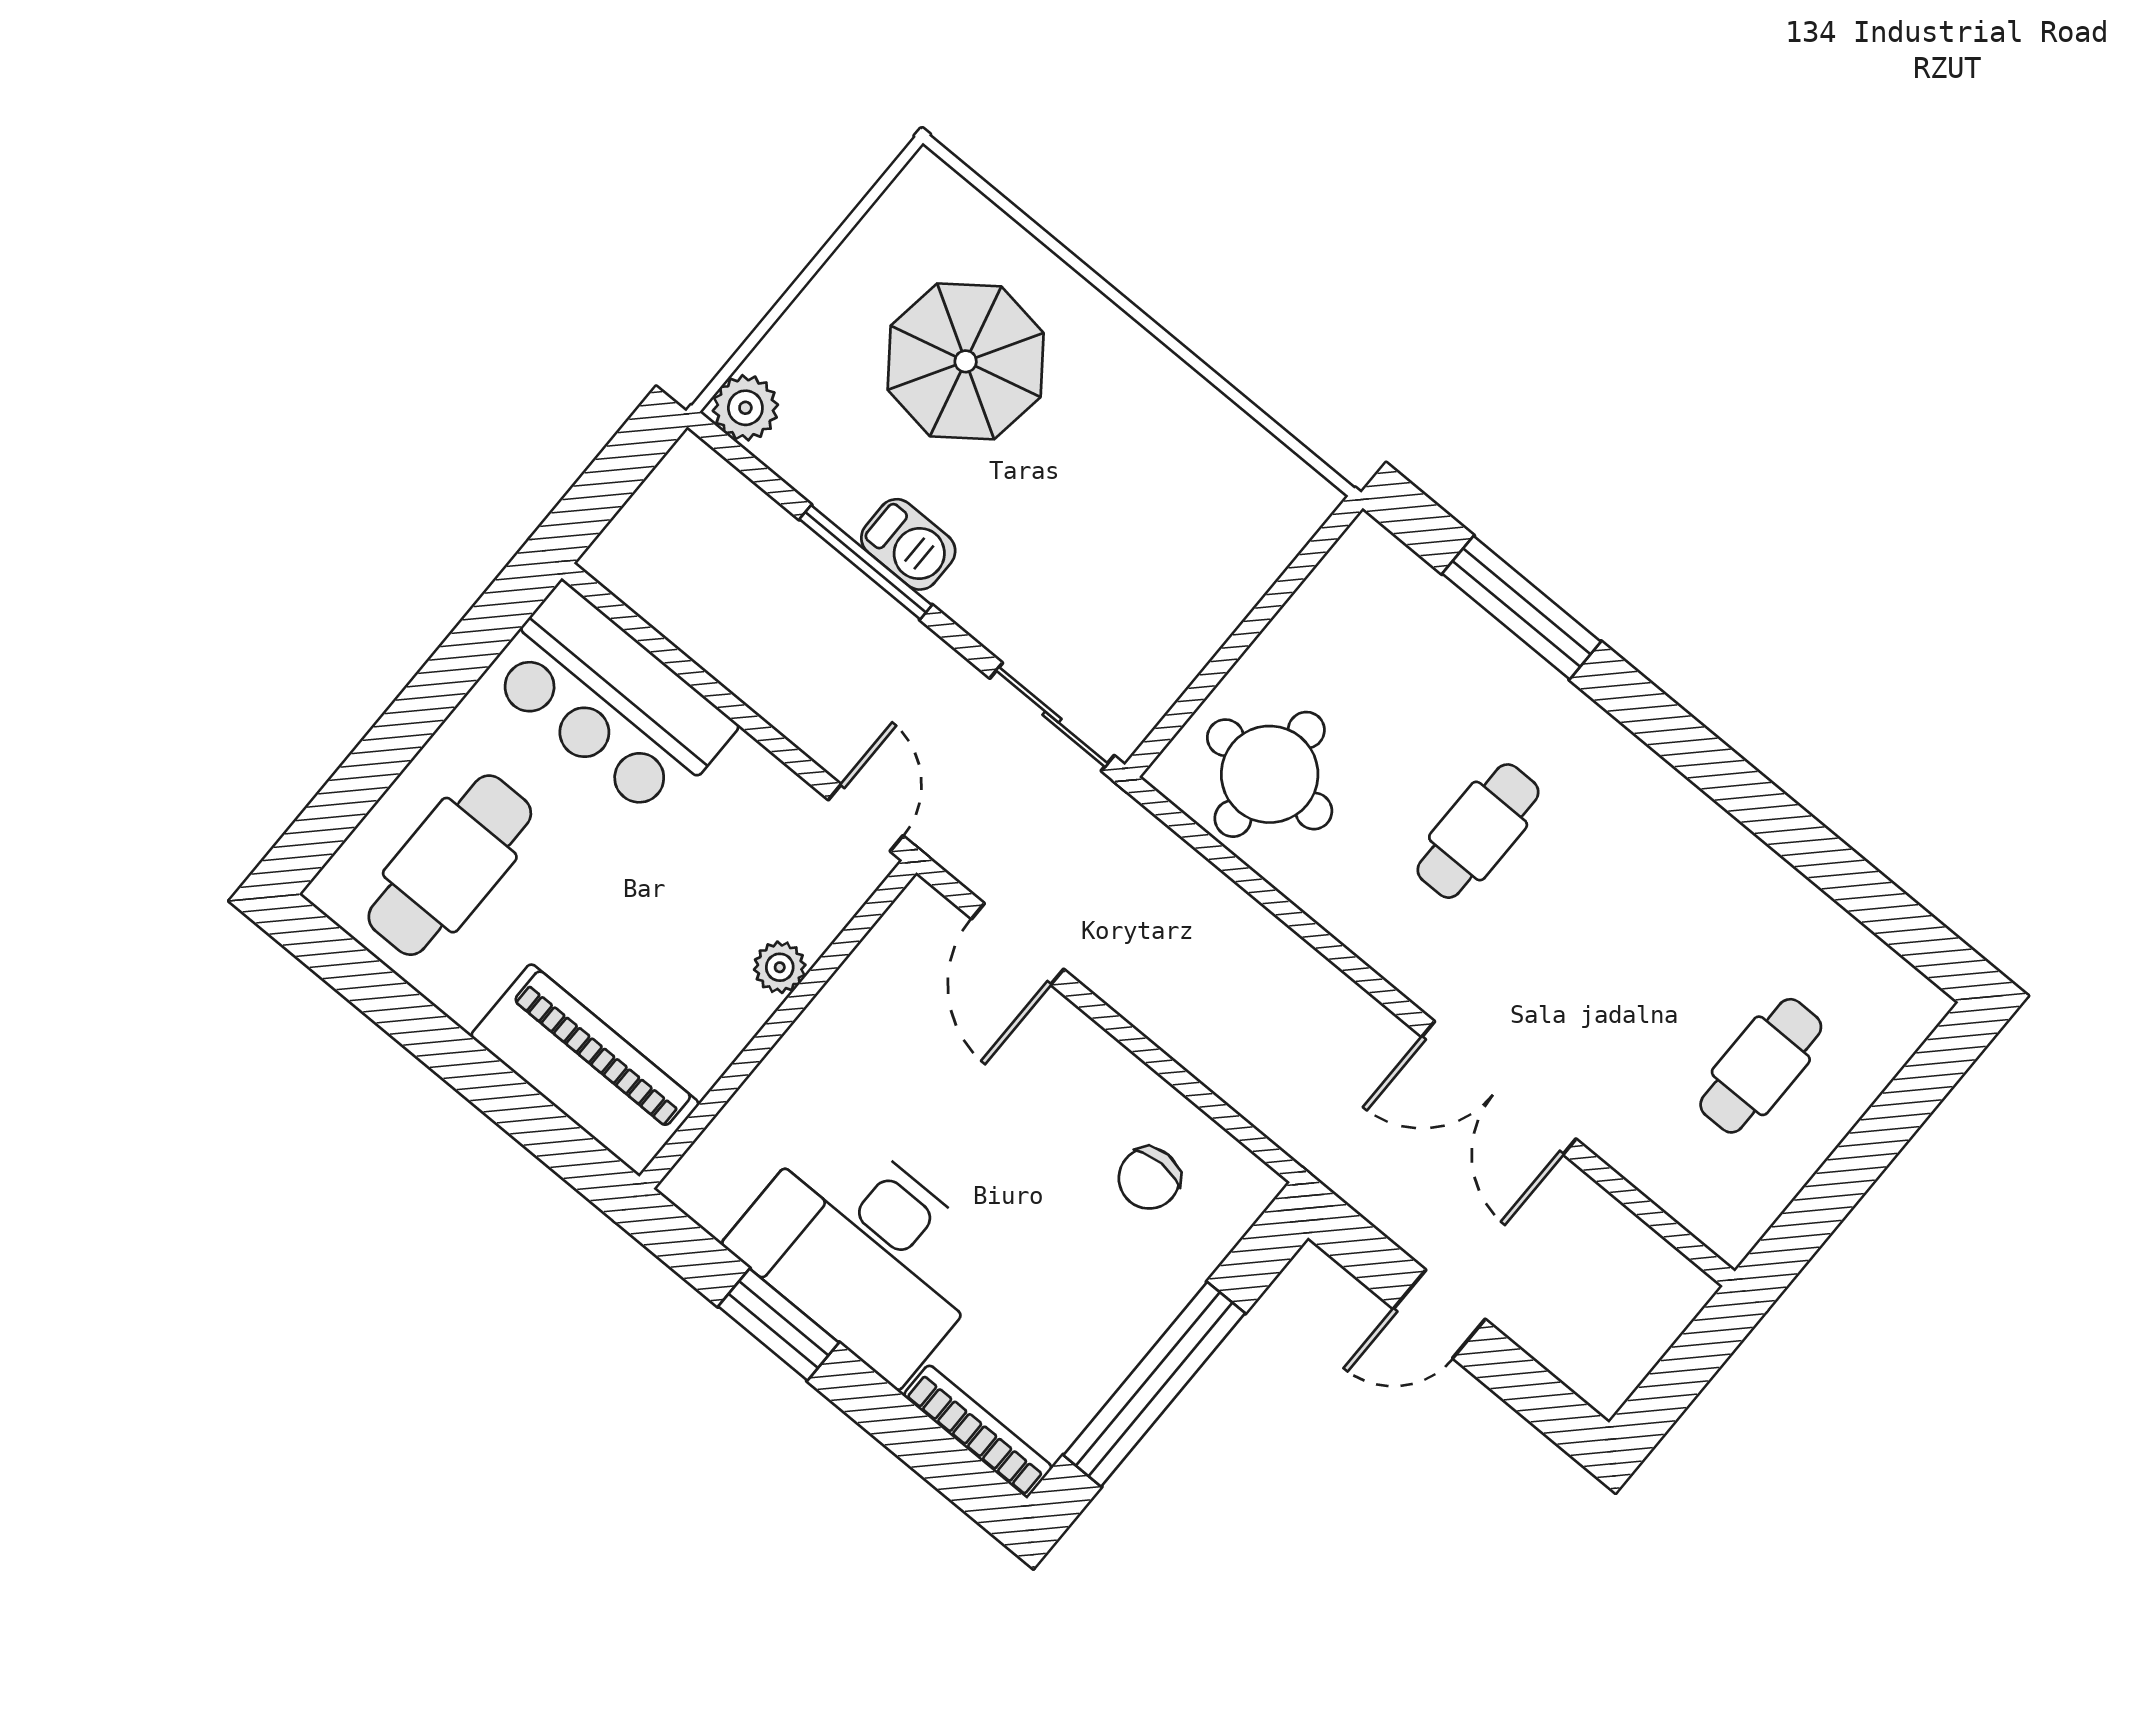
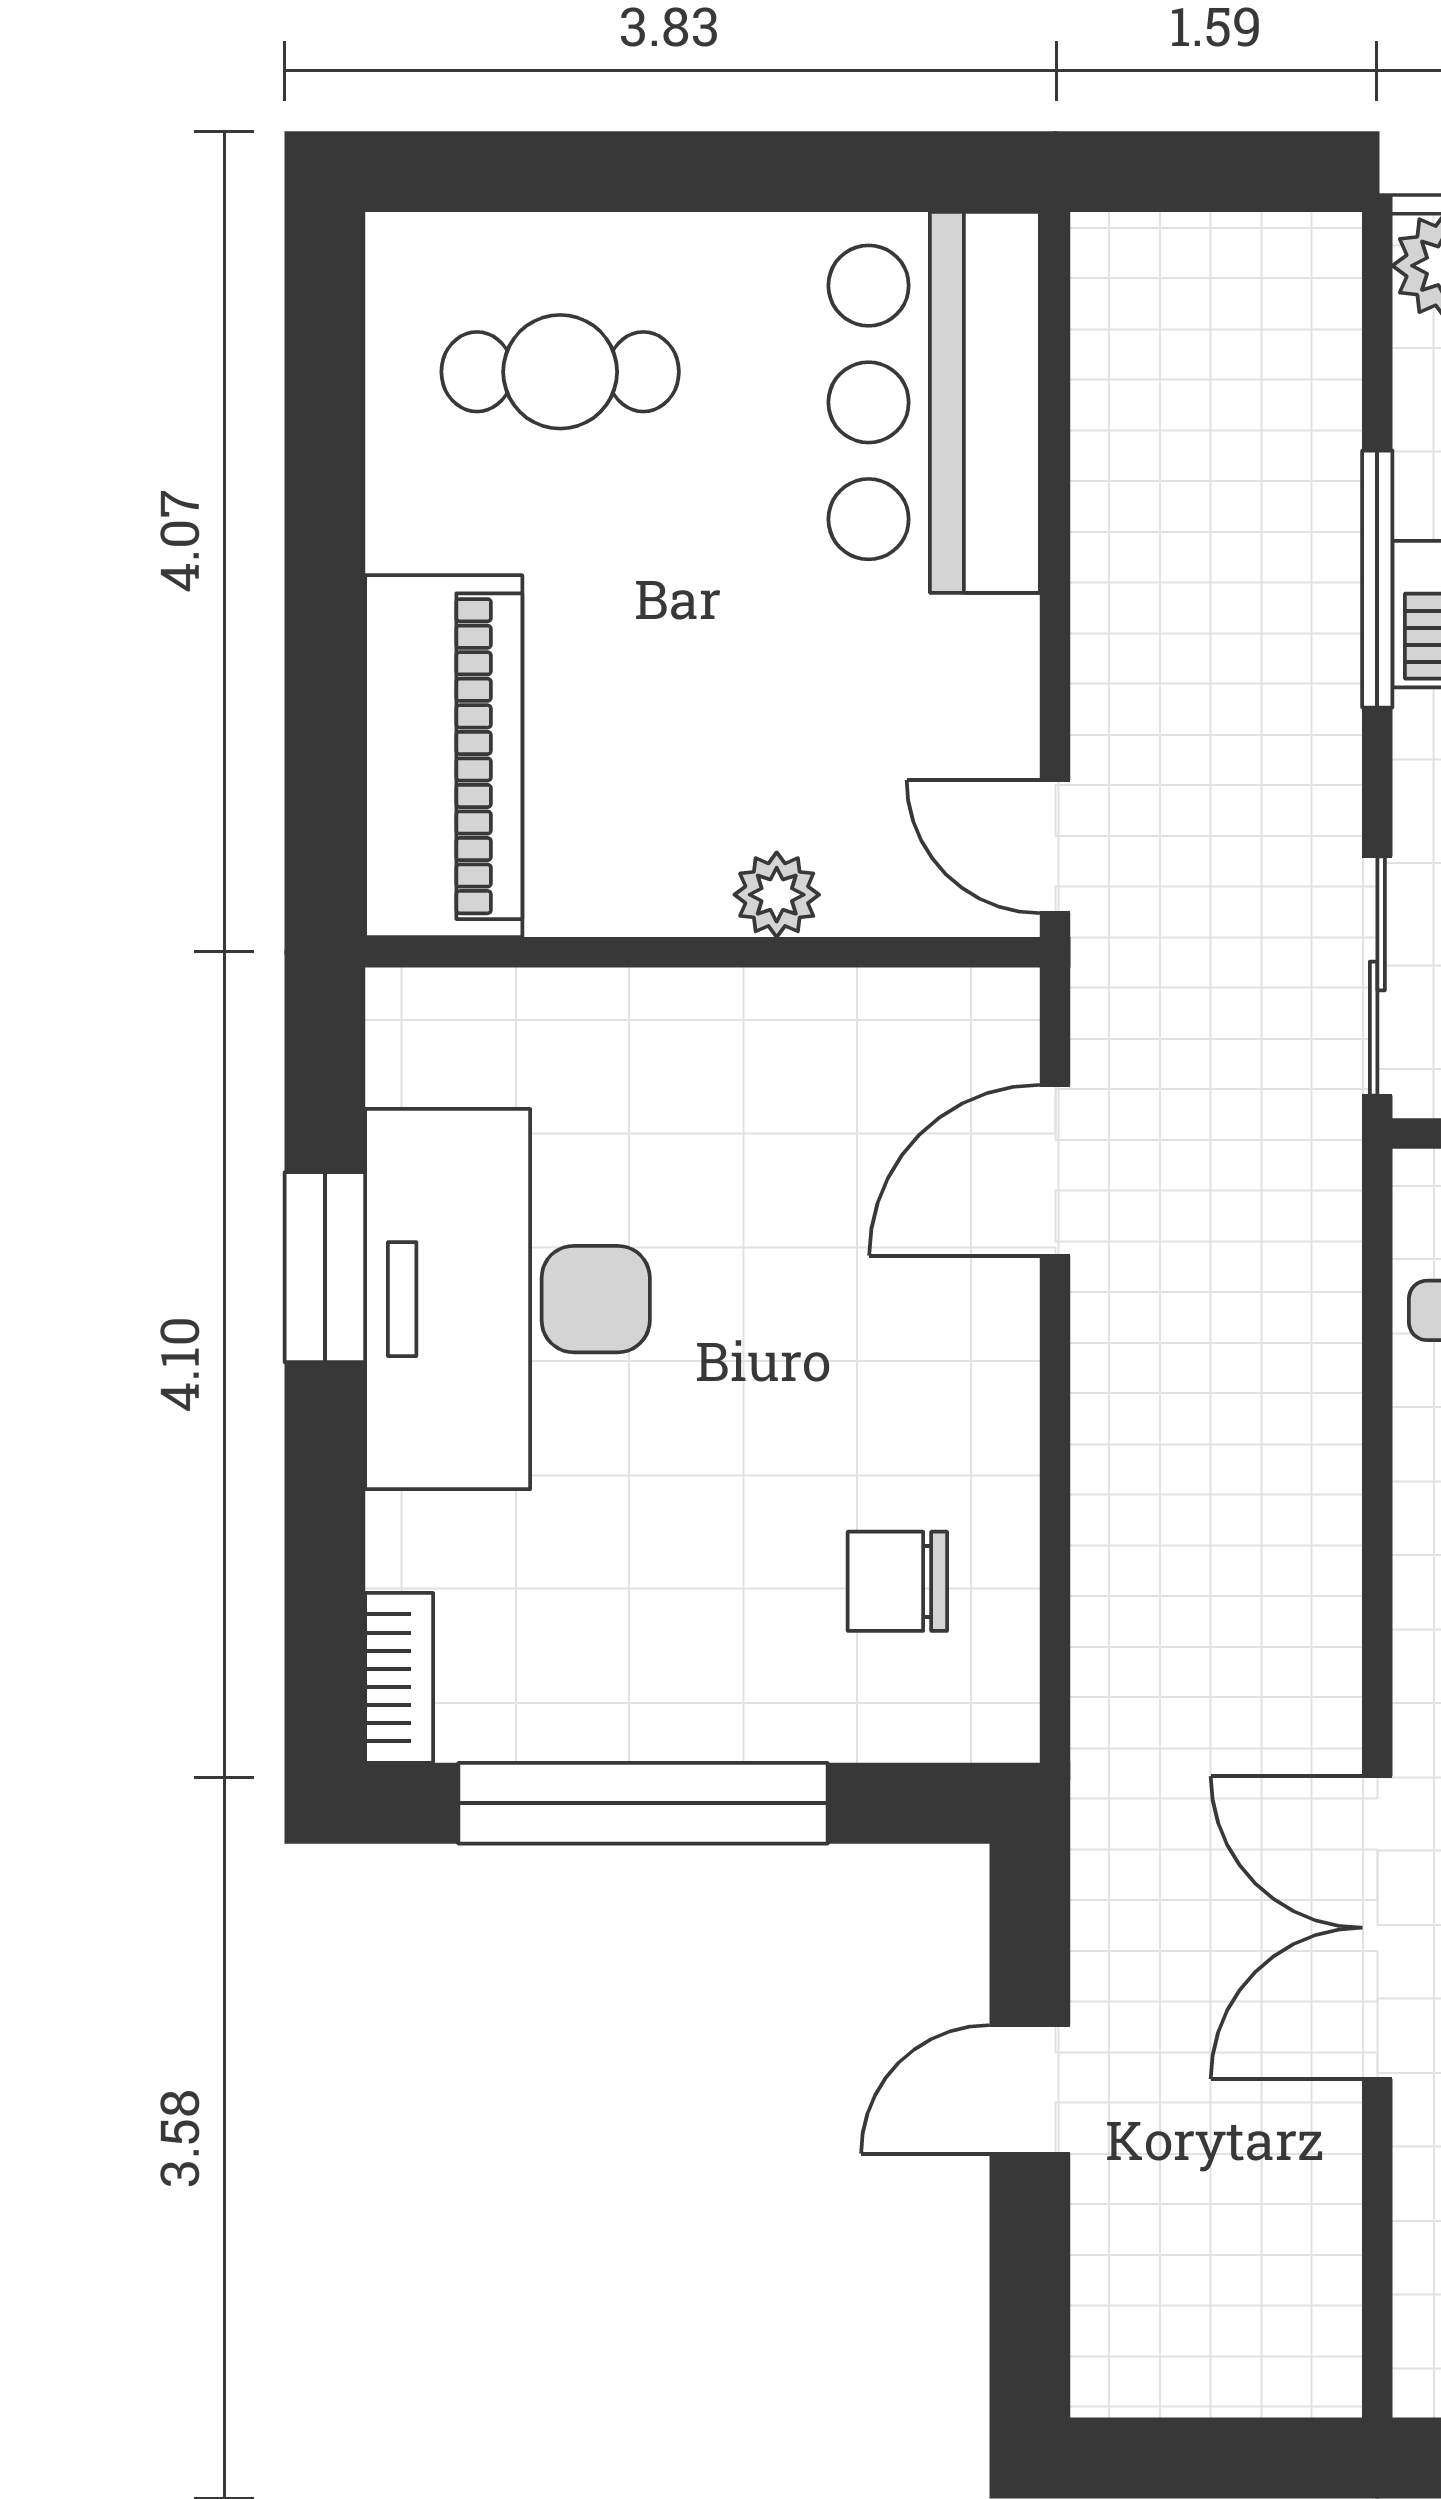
door: (866, 818) -> (1055, 847), swing flipped
cafe table: (450, 865) -> (560, 372), width x0.73, depth x0.74
door: (1439, 1314) -> (1030, 2089), hinge flipped
bookcase: (978, 1431) -> (399, 1678), width x0.64

